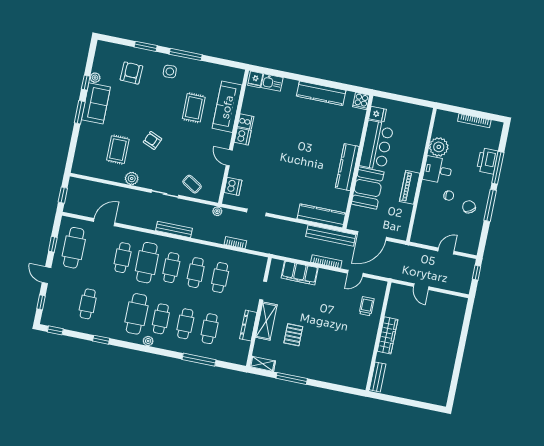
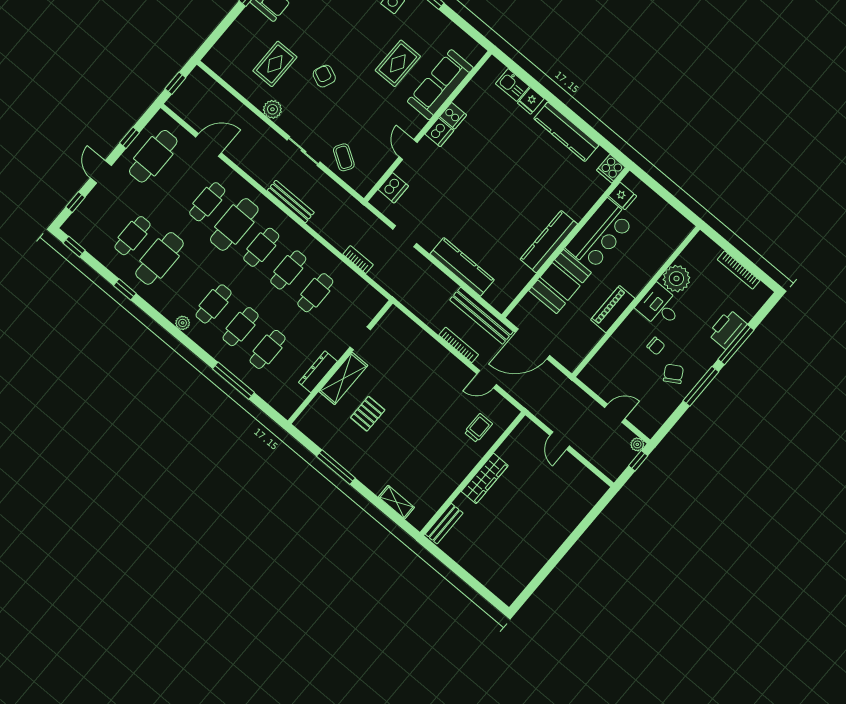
fridge: (255, 79) -> (531, 101), moved
plant: (217, 211) -> (637, 444), moved
kitchen counter: (321, 216) -> (462, 267), moved
filing cabinet: (300, 273) -> (418, 341), removed
cafe table: (136, 314) -> (160, 258), moved
shelving: (263, 364) -> (396, 502), moved

